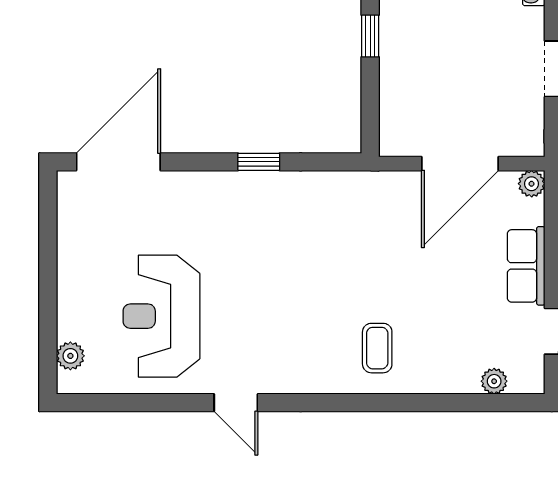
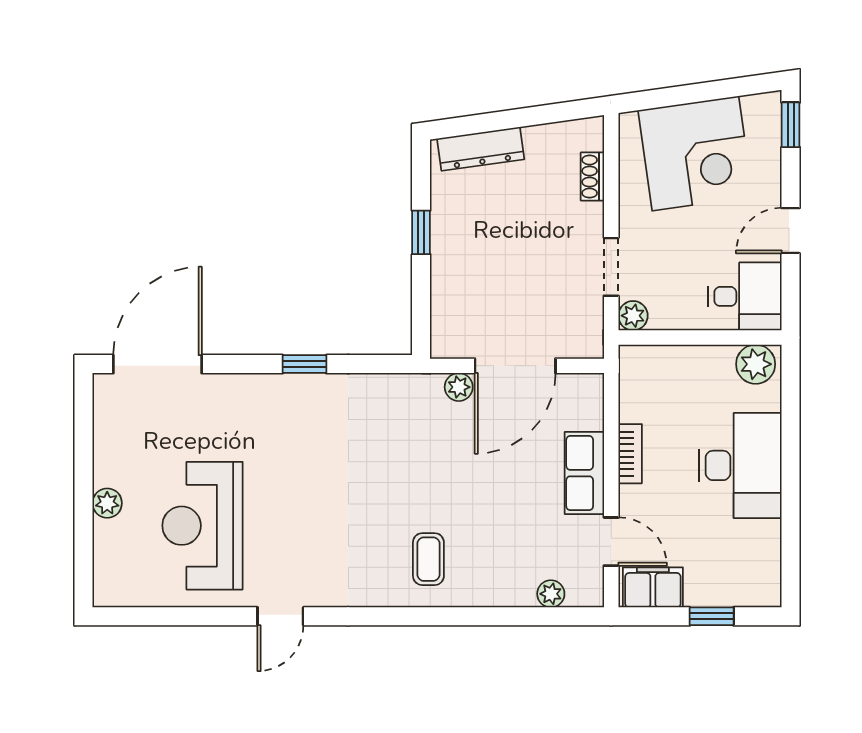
plant: (532, 184) -> (459, 387), moved
plant: (70, 356) -> (107, 503), moved
door: (236, 403) -> (280, 616), hinge flipped

